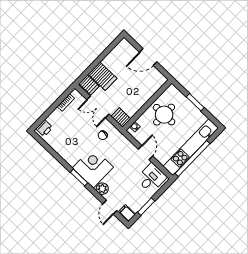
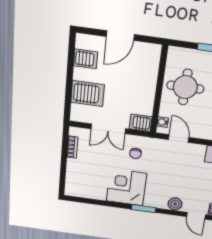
server rack: (89, 85) -> (85, 59), moved
printer: (44, 128) -> (72, 186), removed
door: (145, 153) -> (179, 138), moved
corner desk: (93, 168) -> (126, 187), moved

